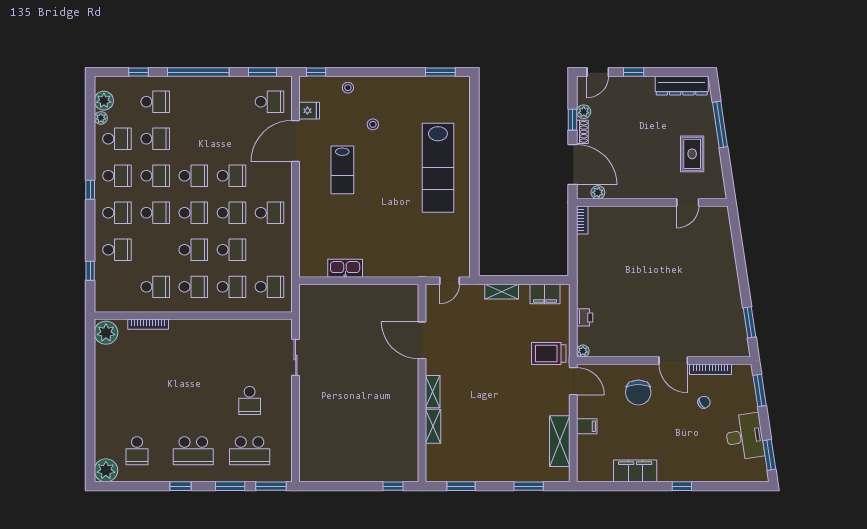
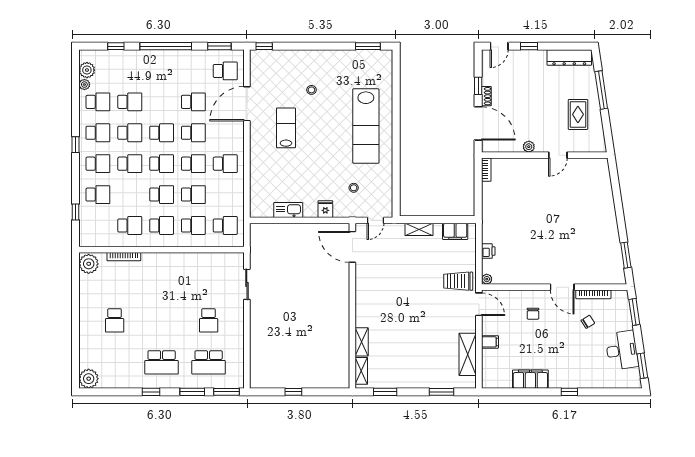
stool: (348, 88) -> (354, 188), moved
school desk: (155, 102) -> (193, 102), moved
fridge: (309, 111) -> (325, 209), moved, turned -90
plant: (584, 112) -> (487, 79), removed
lab bench: (342, 170) -> (286, 128), turned 180
plant: (598, 192) -> (529, 147), moved
door: (688, 203) -> (558, 155), moved
door: (422, 340) -> (352, 247), moved
shelving: (433, 392) -> (361, 371), moved
chair: (638, 392) -> (533, 314), width x0.54, depth x0.54
school desk: (137, 451) -> (115, 320), moved
window: (393, 486) -> (293, 392), moved

